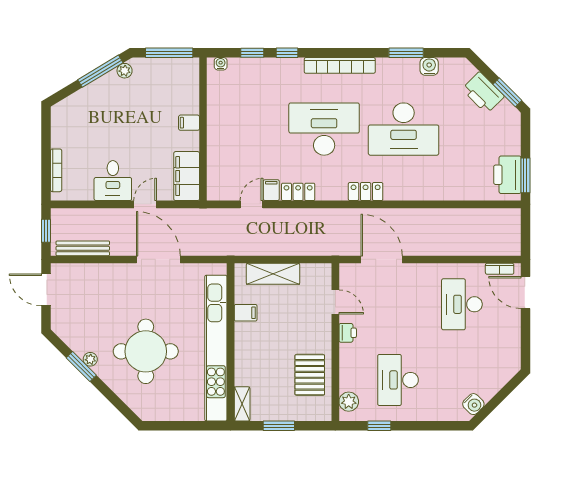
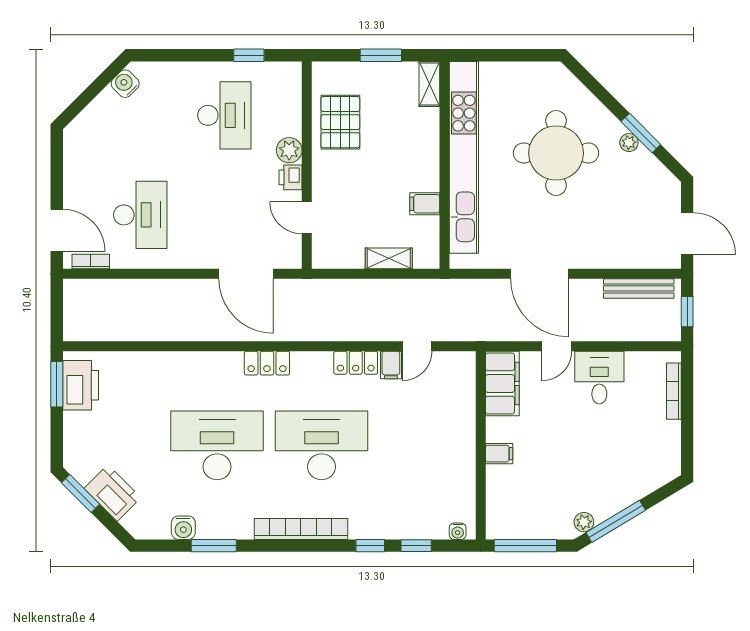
desk: (324, 129) -> (322, 445), turned 180
shelving: (273, 274) -> (389, 258), width x0.67, depth x0.75
plant: (349, 402) -> (289, 150), moved

